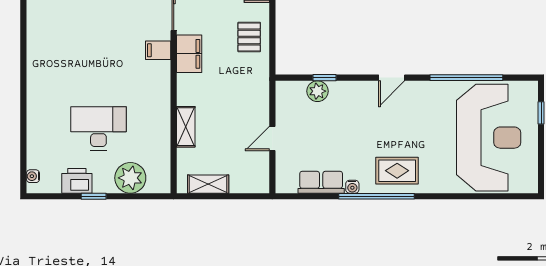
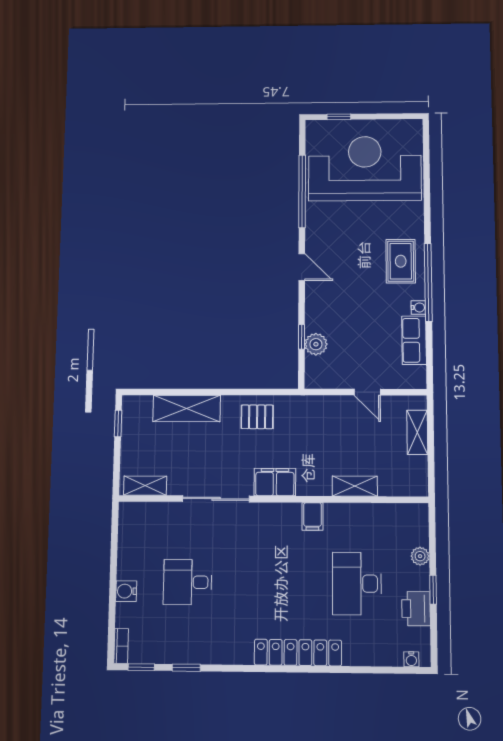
filing cabinet: (158, 50) -> (312, 516), moved
locker: (38, 76) -> (298, 653), added
plant: (130, 178) -> (420, 556), width x0.53, depth x0.53
shelving: (208, 184) -> (417, 432), moved

